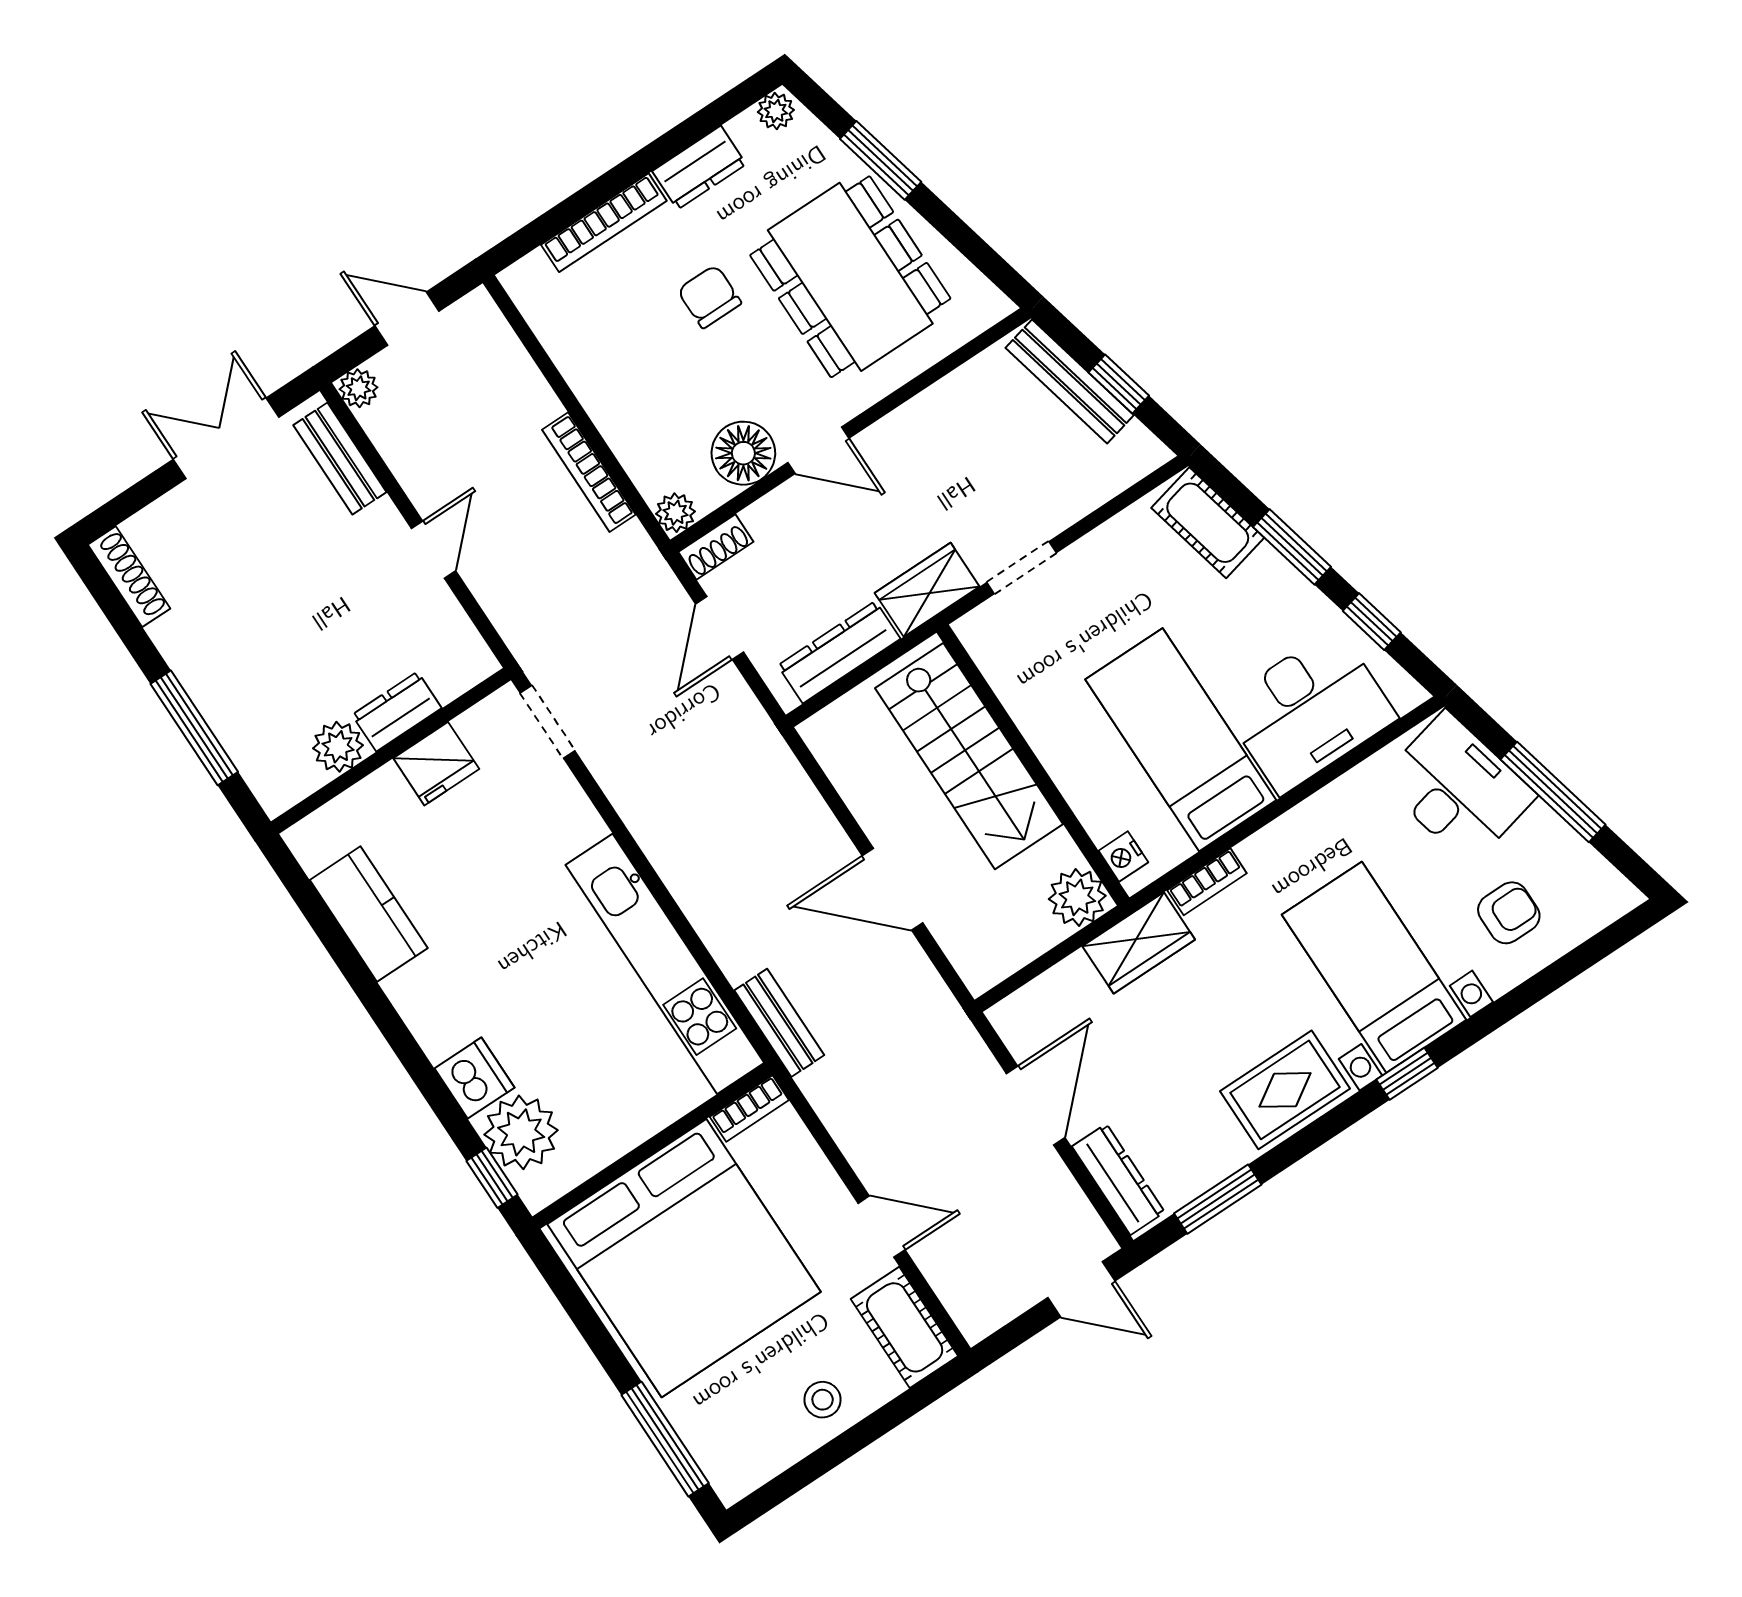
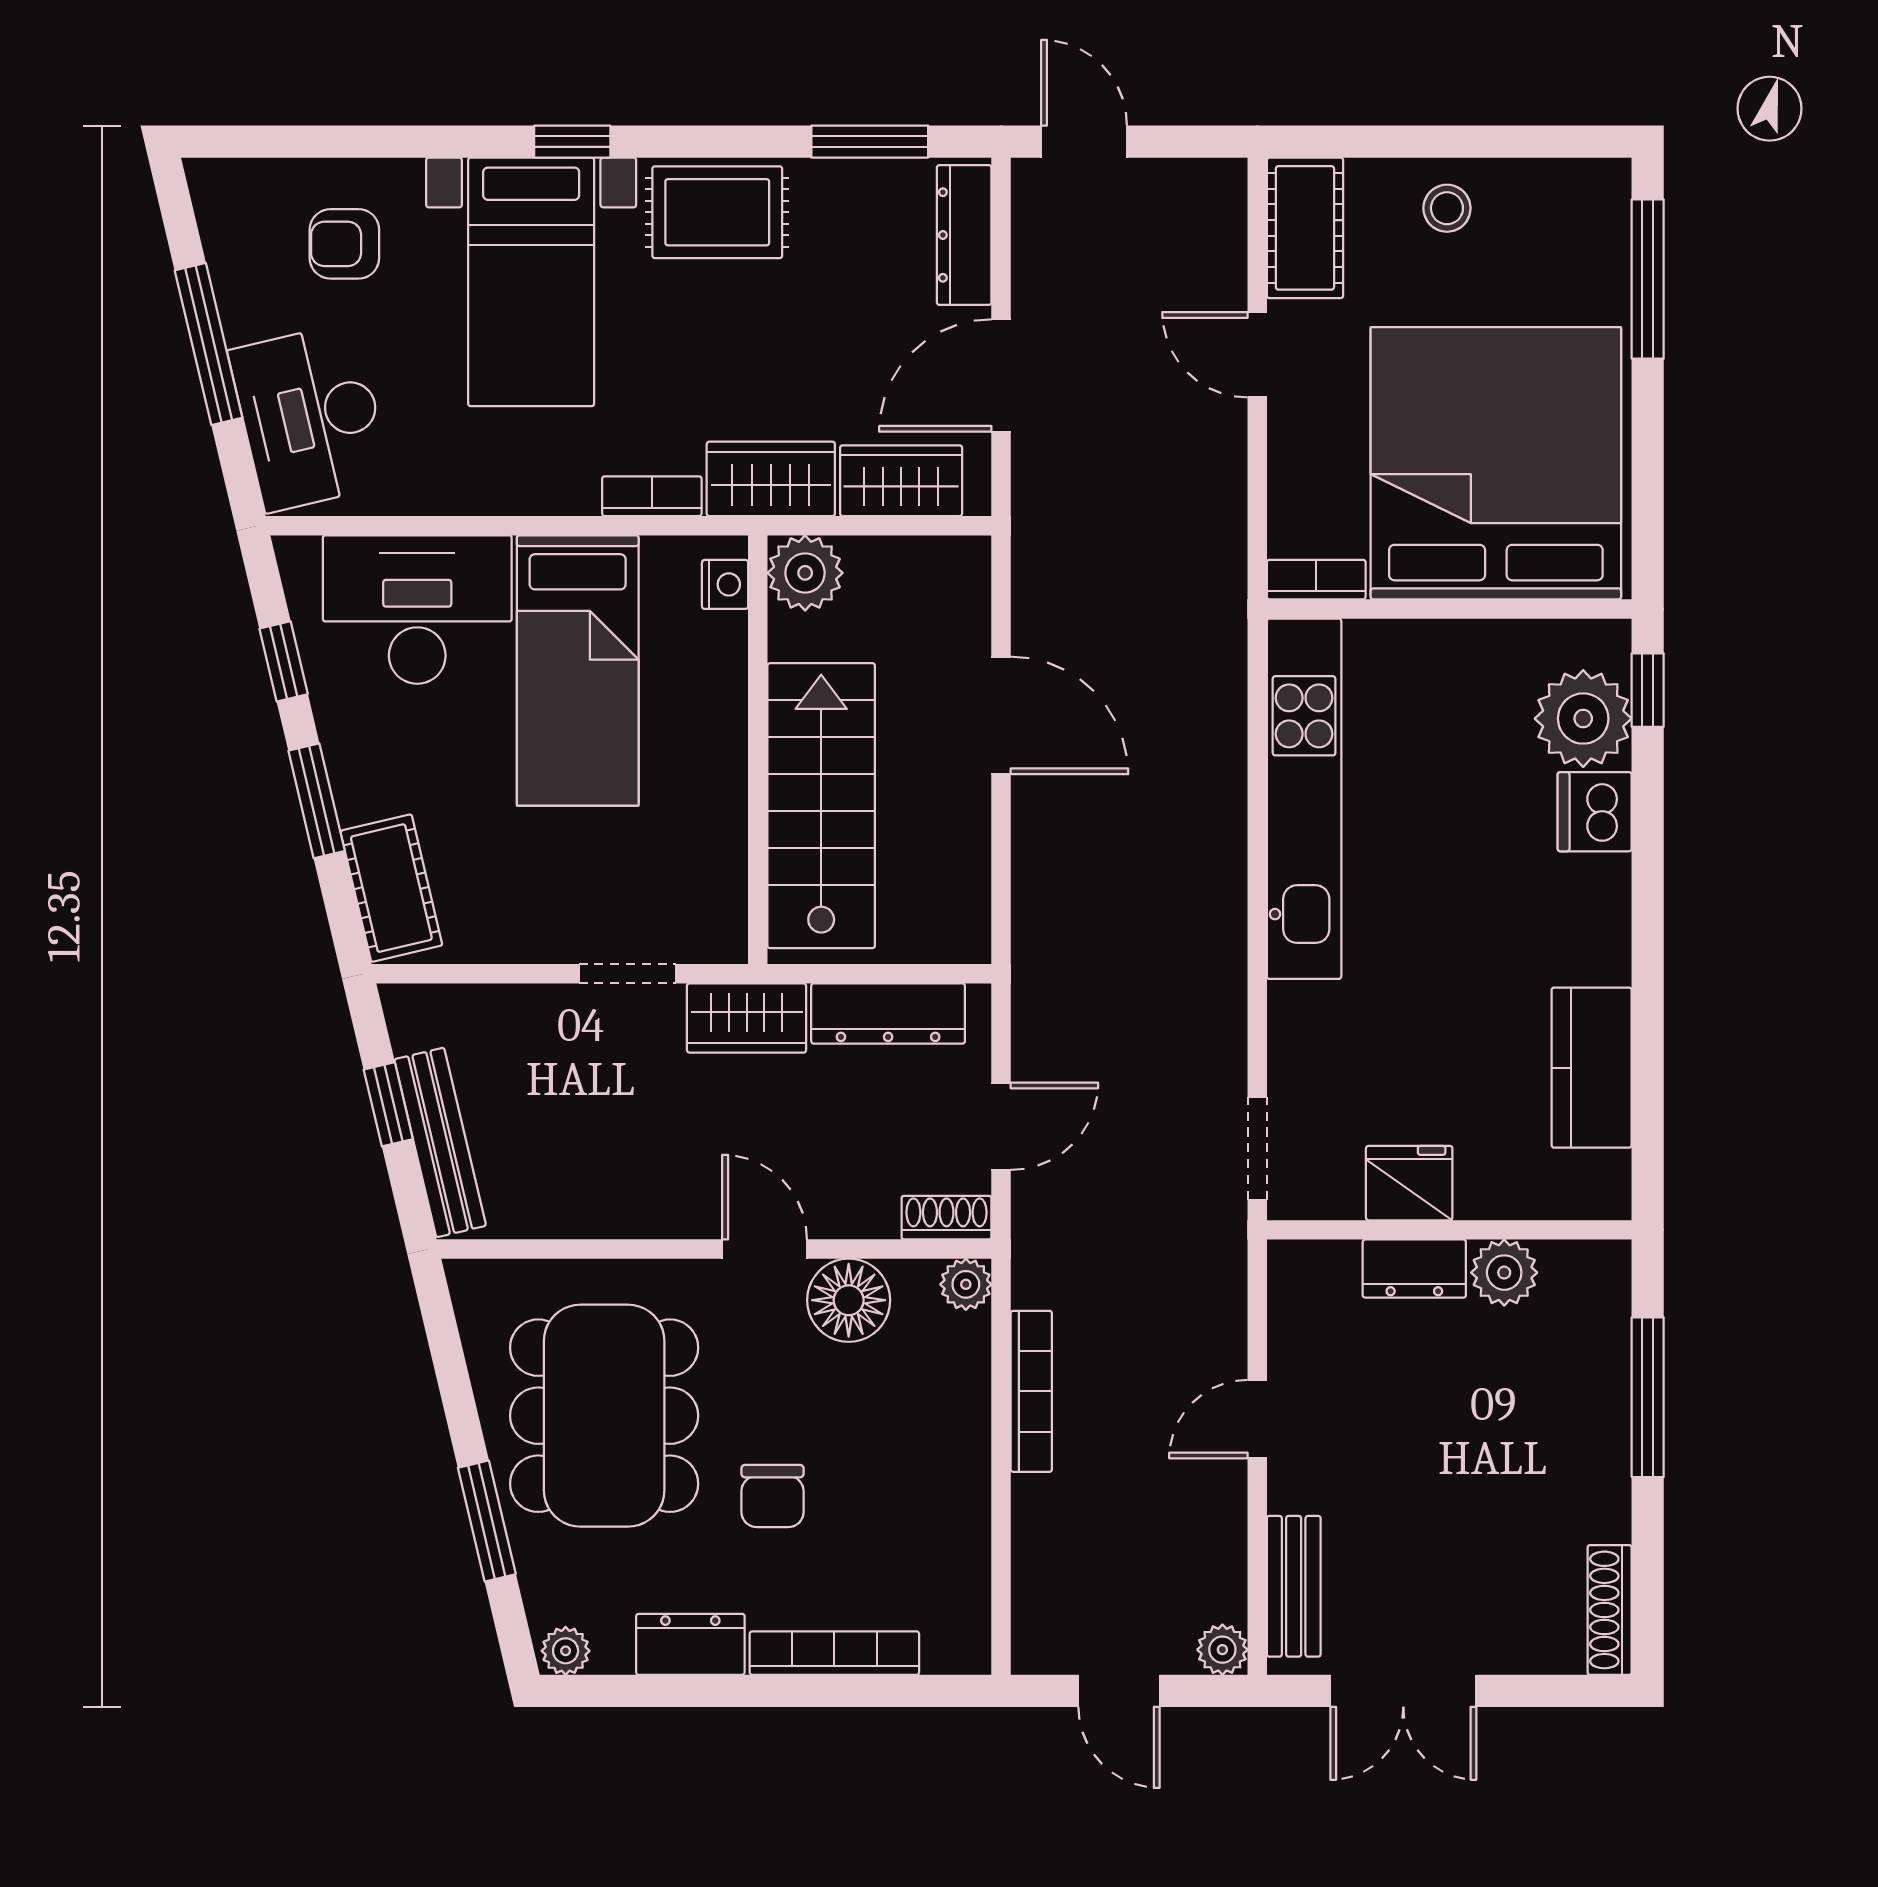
wardrobe: (1055, 997) -> (901, 481), added
bench: (779, 1023) -> (1222, 652), removed

